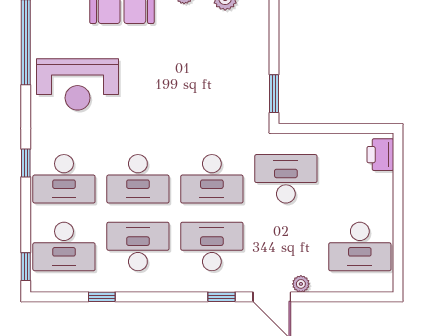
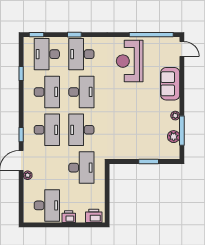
window: (274, 94) -> (149, 162), moved
window: (26, 163) -> (74, 35), moved
desk: (138, 179) -> (81, 92), turned 180
printer: (382, 204) -> (69, 217), added
desk: (360, 246) -> (47, 205), turned 180

